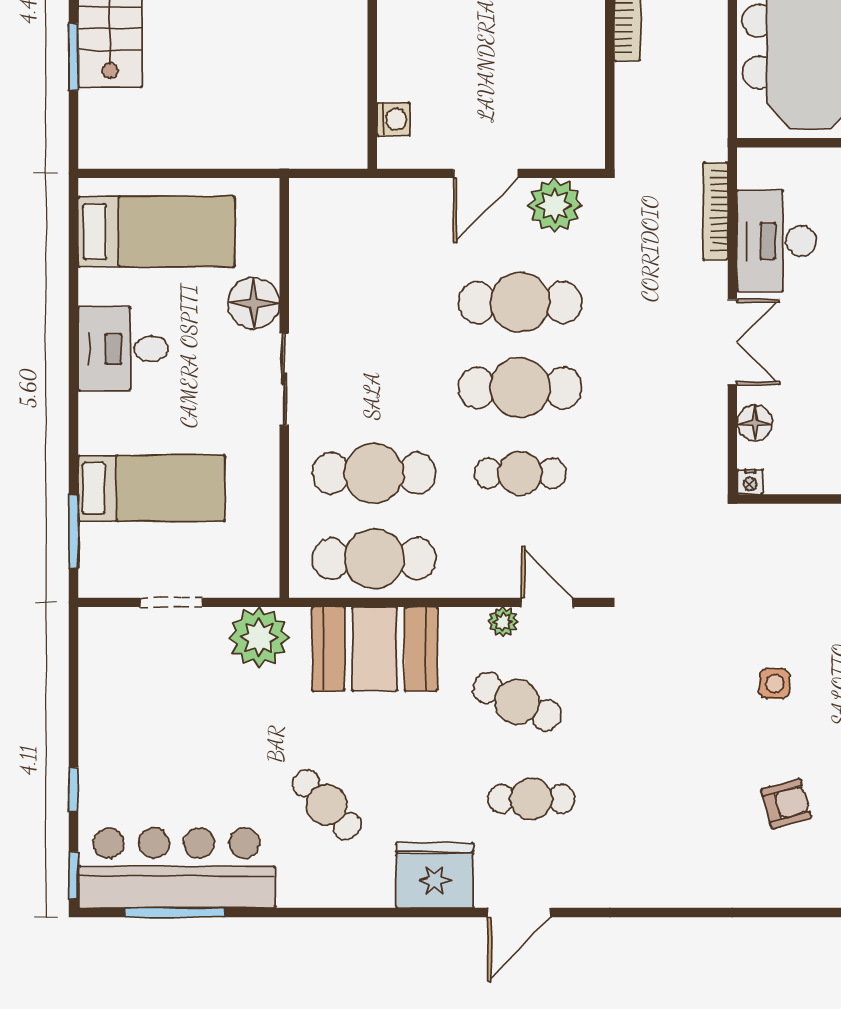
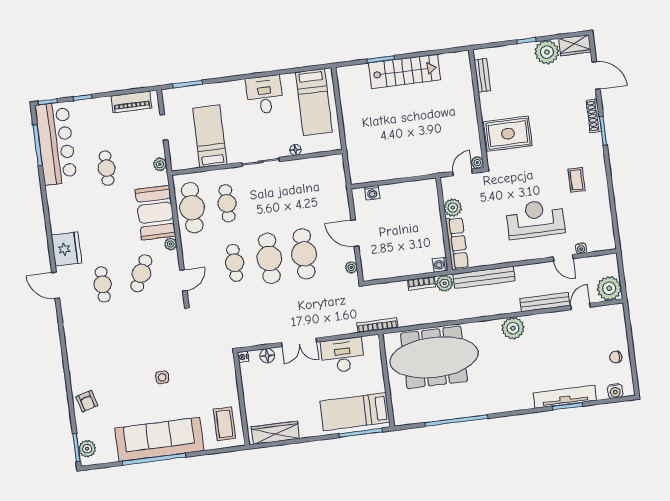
plant: (555, 205) -> (351, 267), width x0.53, depth x0.53
bookcase: (715, 211) -> (377, 325), moved
floor lamp: (254, 303) -> (295, 150), width x0.53, depth x0.53
cafe table: (374, 473) -> (227, 203), width x0.73, depth x0.74
bed: (151, 488) -> (210, 136), moved, turned 180
plant: (503, 622) -> (171, 244), moved
plant: (259, 637) -> (160, 164), width x0.53, depth x0.53
piano: (99, 673) -> (131, 102), added
armchair: (786, 804) -> (87, 401), moved
cafe table: (327, 805) -> (107, 168), moved, turned -46

